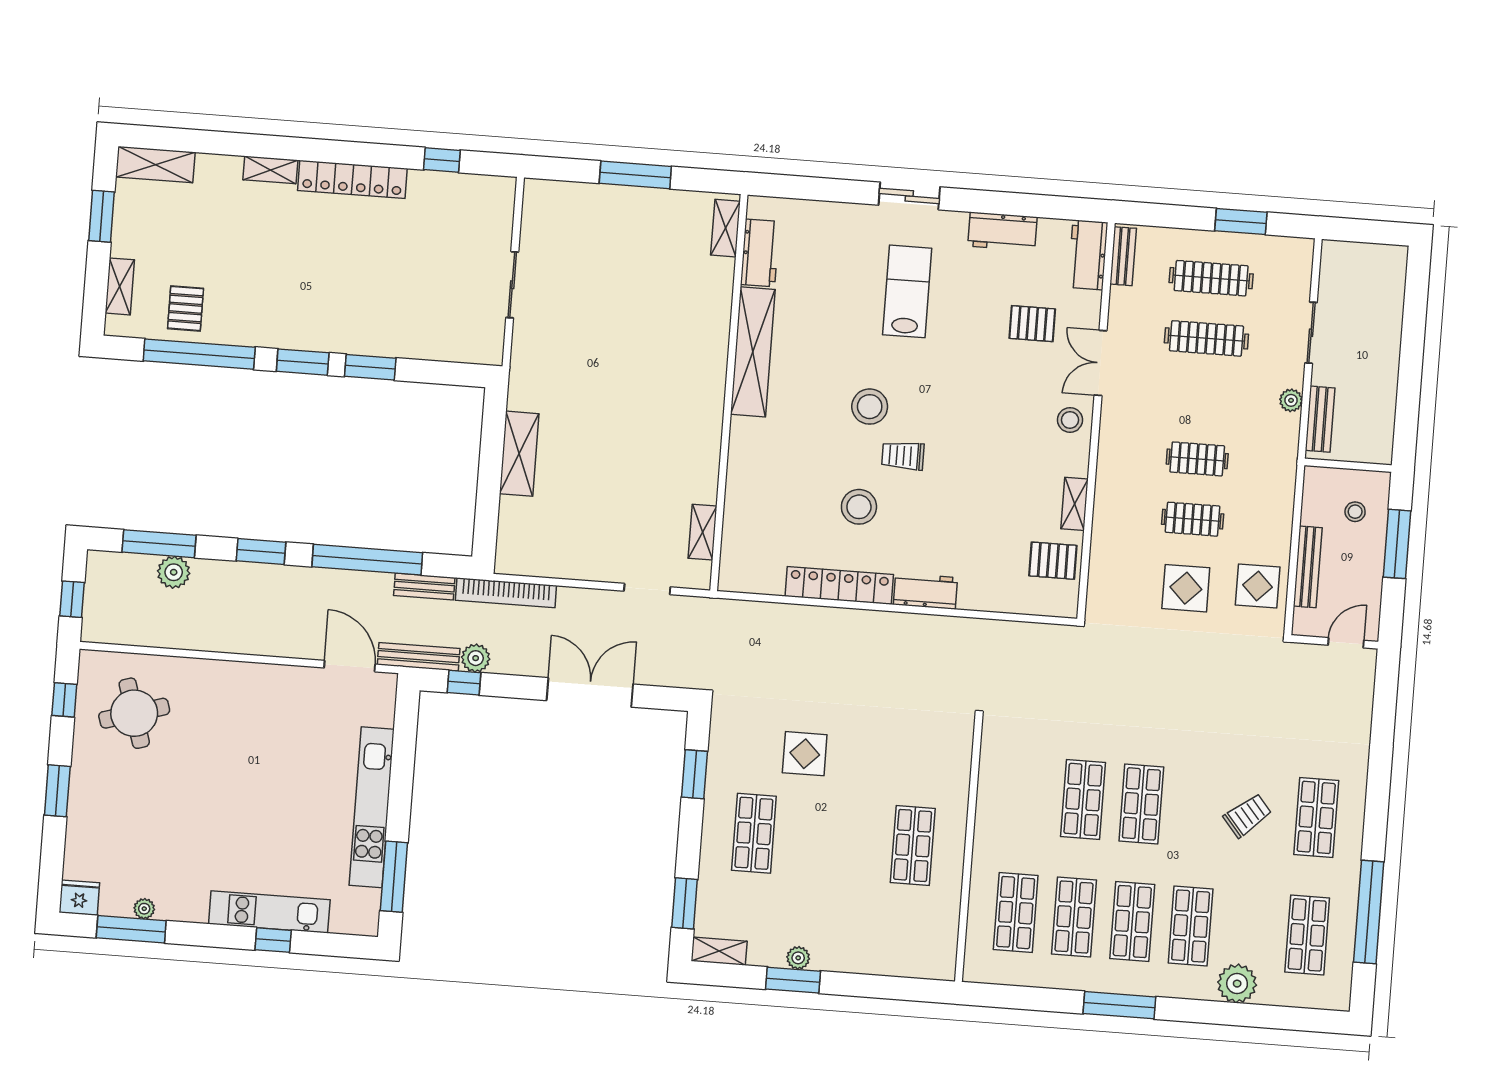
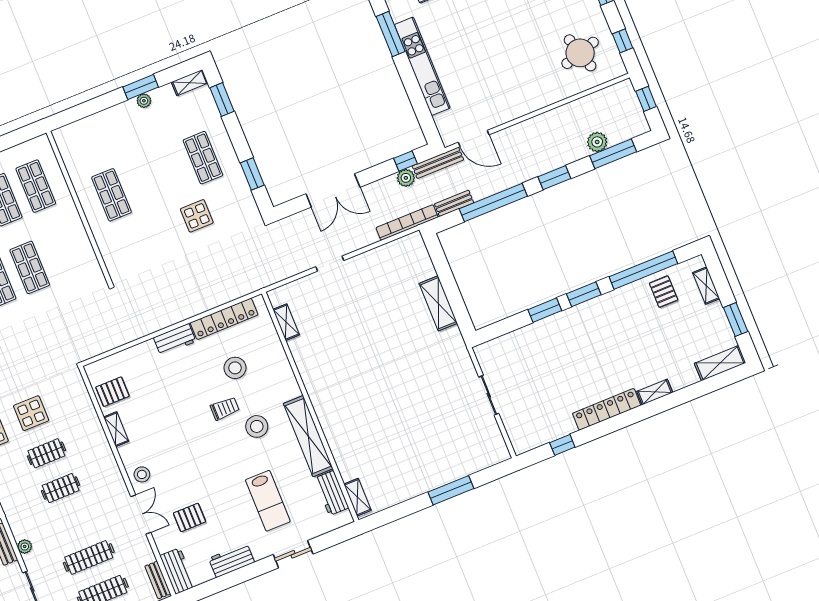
shelving: (725, 228) -> (357, 497), moved
workbench: (760, 253) -> (331, 493), moved
shelving: (753, 352) -> (308, 436), moved
wall: (729, 393) -> (310, 407), moved
shelving: (702, 532) -> (286, 322), moved

